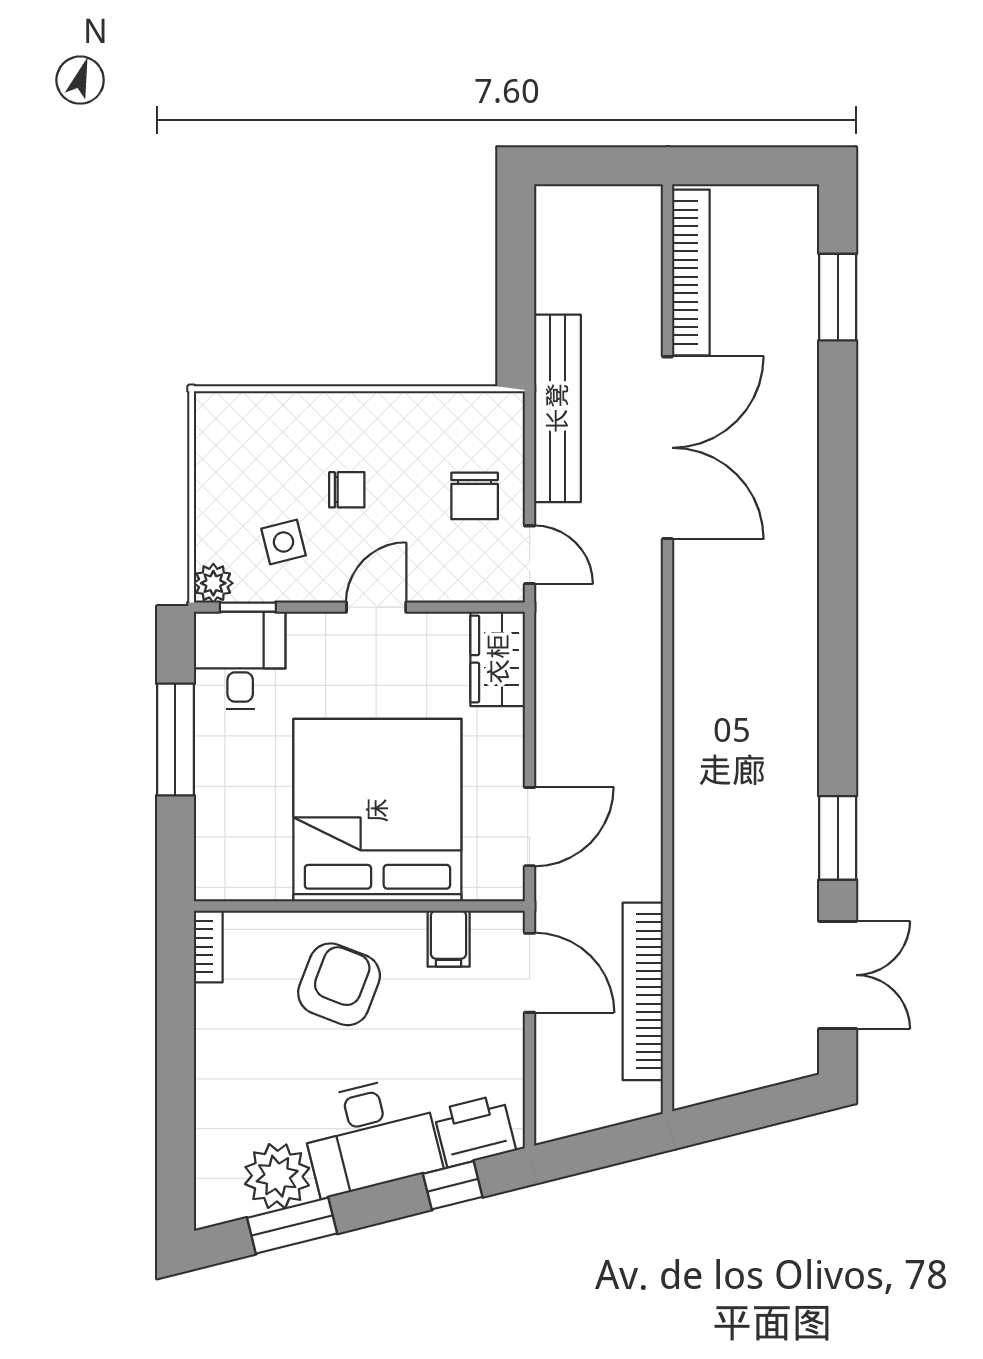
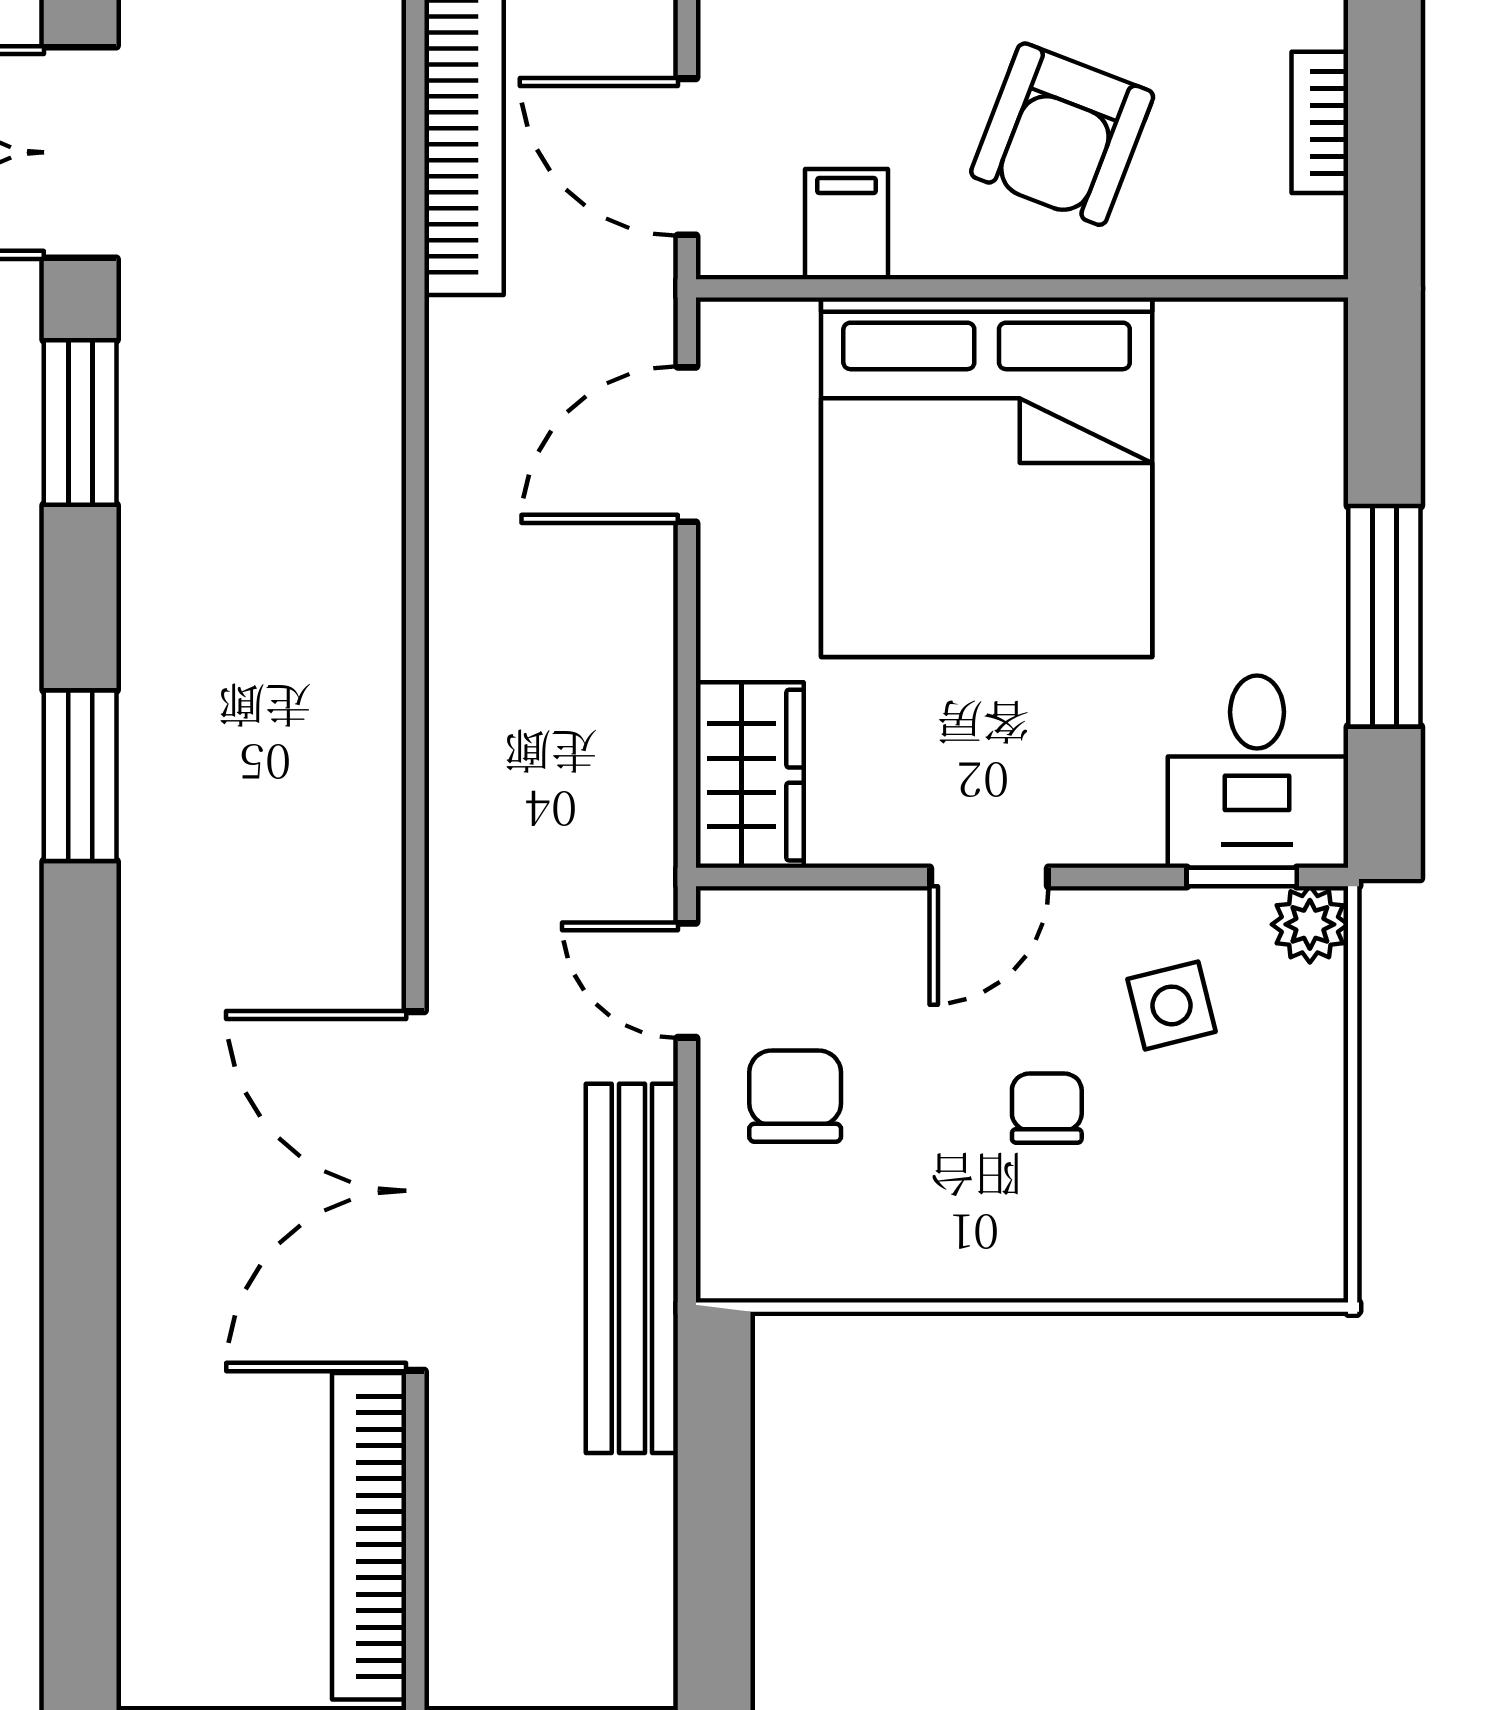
window: (838, 297) -> (80, 776), moved
chair: (347, 490) -> (1047, 1108), turned 90
bookcase: (208, 947) -> (1320, 122), moved

